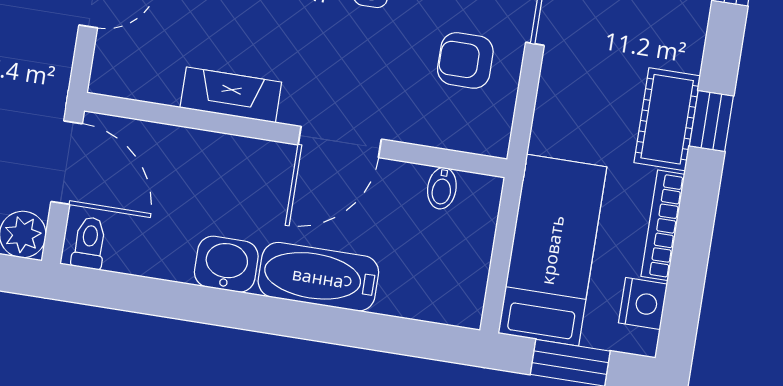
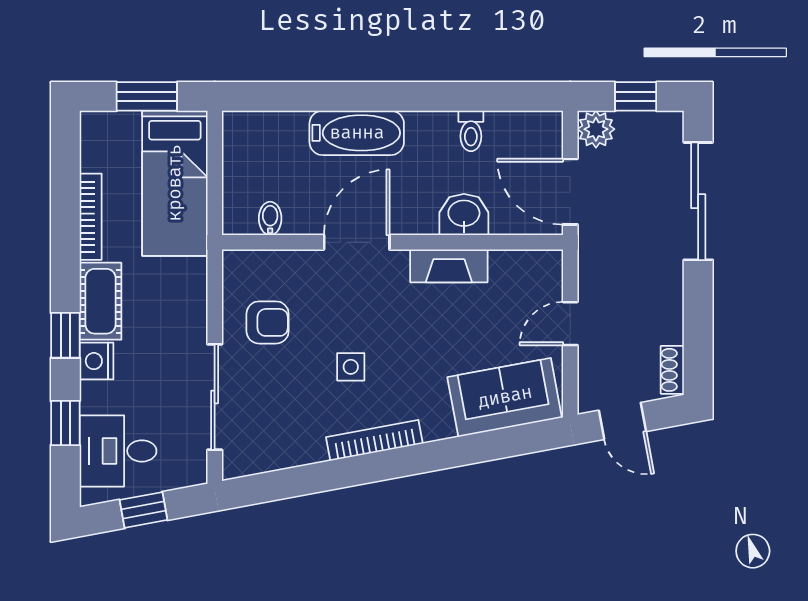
window: (711, 121) -> (65, 335), moved
toilet: (89, 243) -> (471, 131), moved
washbasin: (226, 264) -> (464, 214), moved, turned 180
nightstand: (643, 304) -> (97, 361), moved

